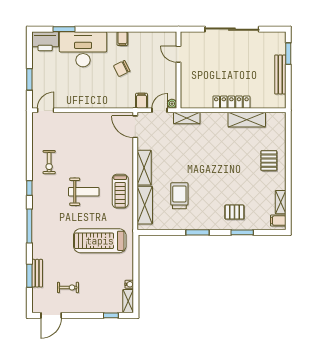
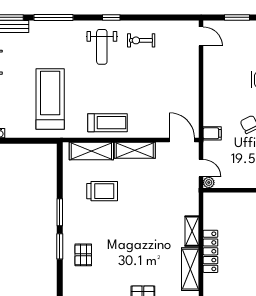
filing cabinet: (141, 101) -> (212, 133), moved
shelving: (187, 118) -> (192, 231), moved
door: (135, 127) -> (182, 140), hinge flipped
treadmill: (120, 191) -> (108, 123), turned 180
weight bench: (84, 192) -> (102, 47), moved
window: (29, 226) -> (54, 17), moved
window: (242, 232) -> (60, 246), moved

